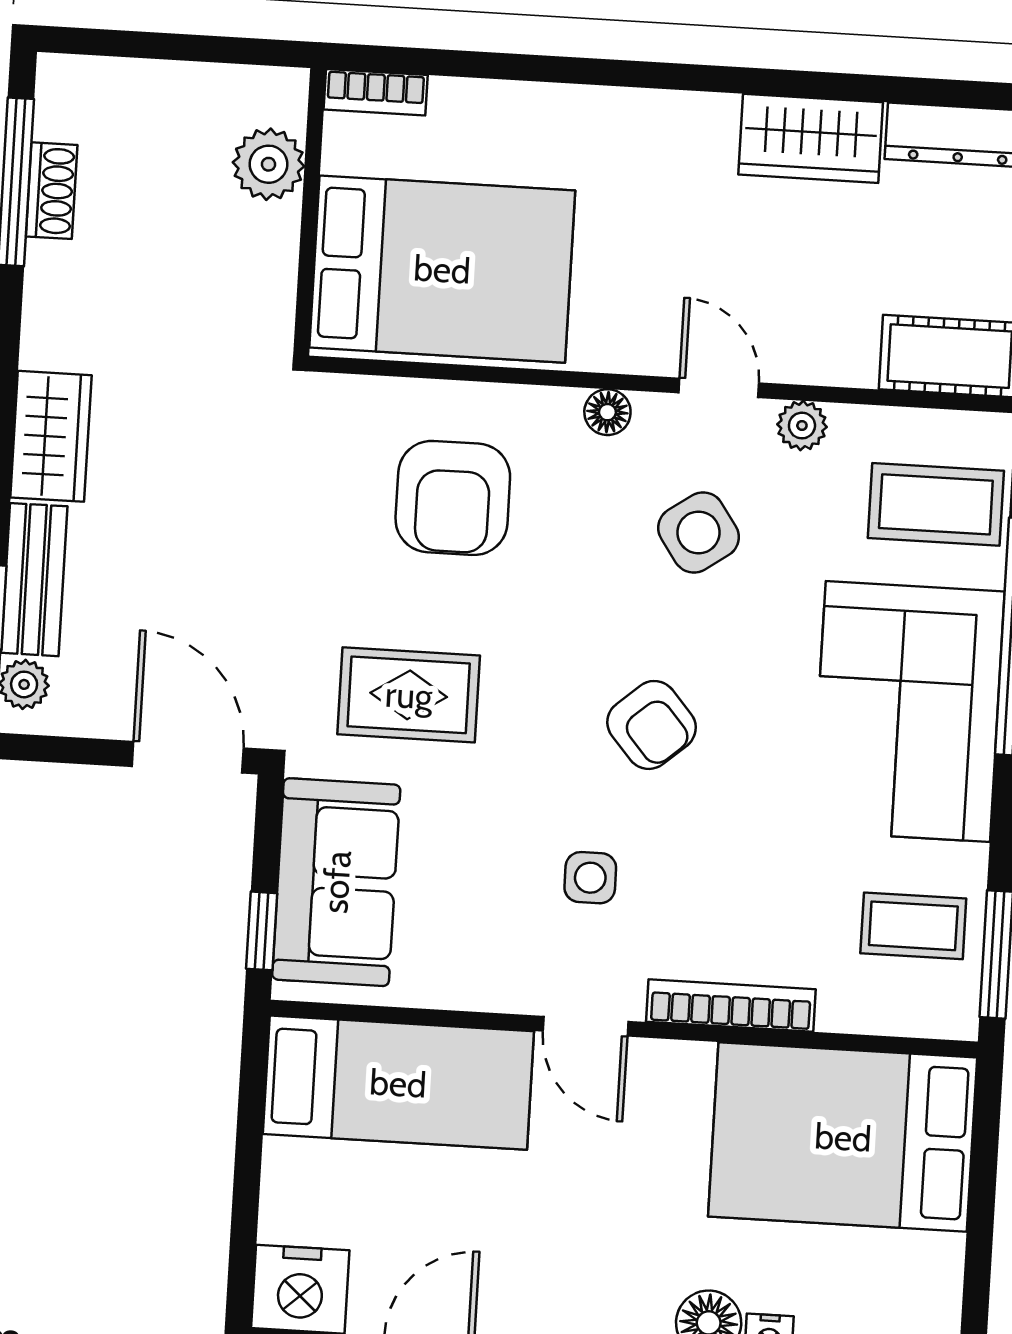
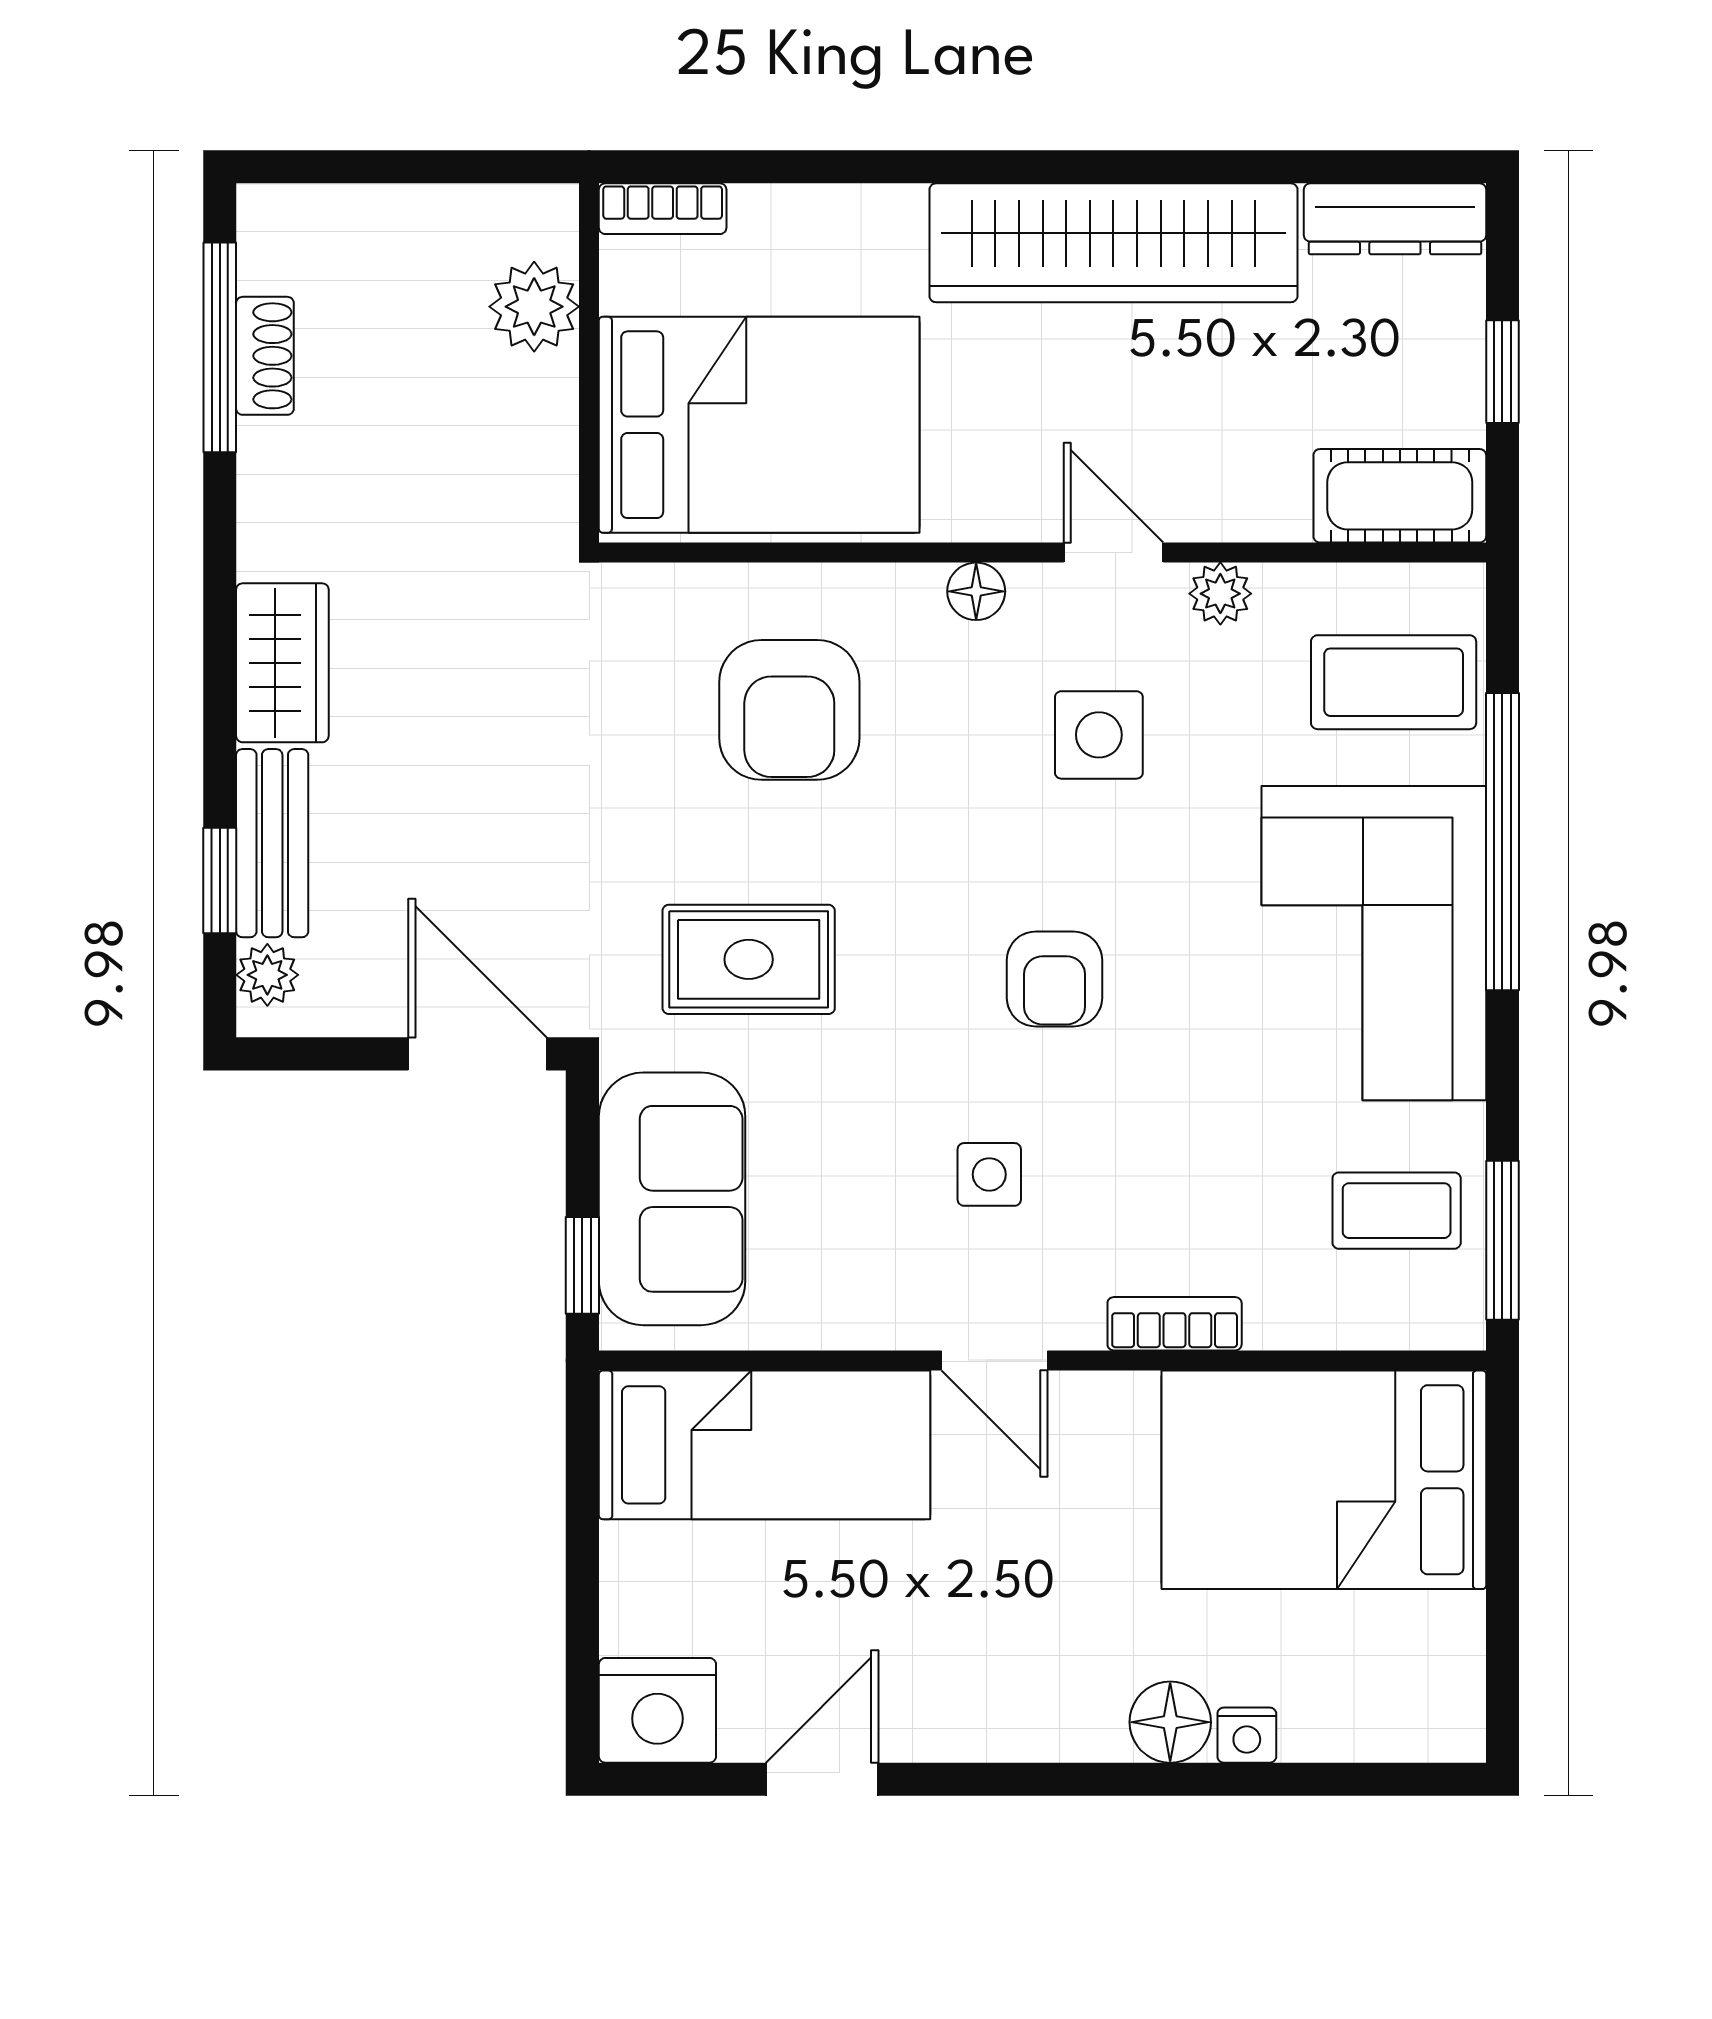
wardrobe: (811, 138) -> (1113, 243), width x2.10, depth x1.17
side table: (698, 532) -> (1099, 735), turned 35
armchair: (652, 725) -> (1055, 979), turned 41
bookcase: (731, 1006) -> (1175, 1324), width x0.64

